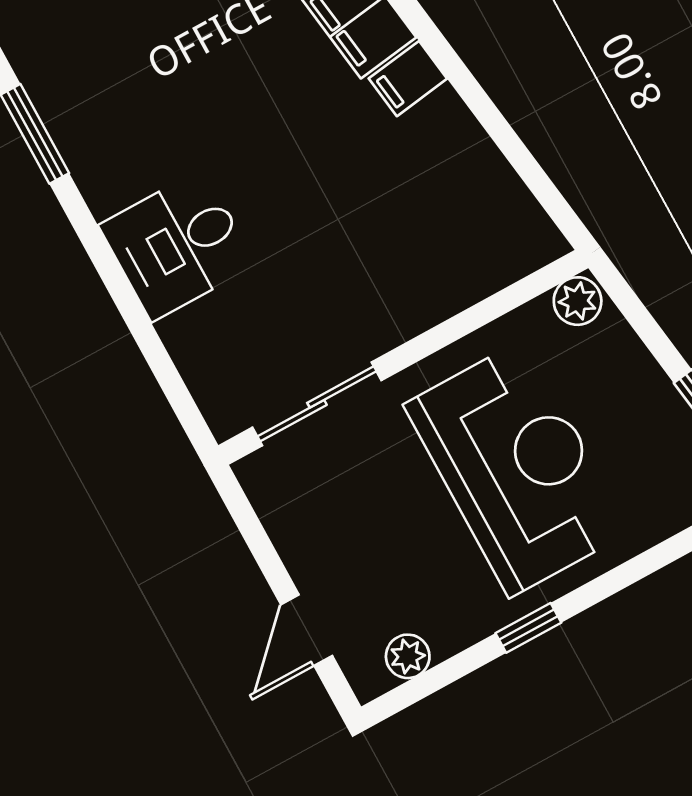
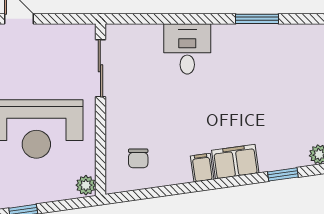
chair: (462, 222) -> (138, 158), added

